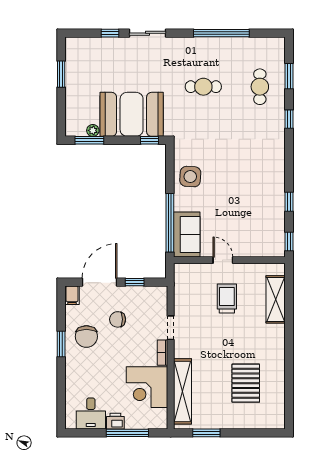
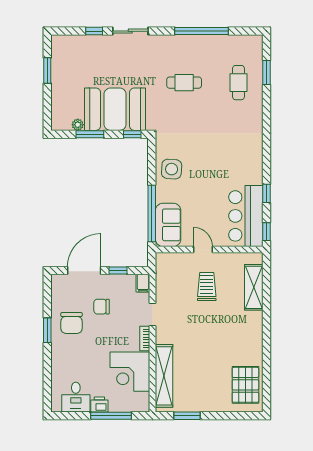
window: (289, 119) -> (267, 114), removed
window: (89, 140) -> (90, 134), moved
bar counter: (268, 225) -> (246, 216), added
filing cabinet: (72, 295) -> (143, 283), moved
pallet: (246, 383) -> (245, 385), moved

